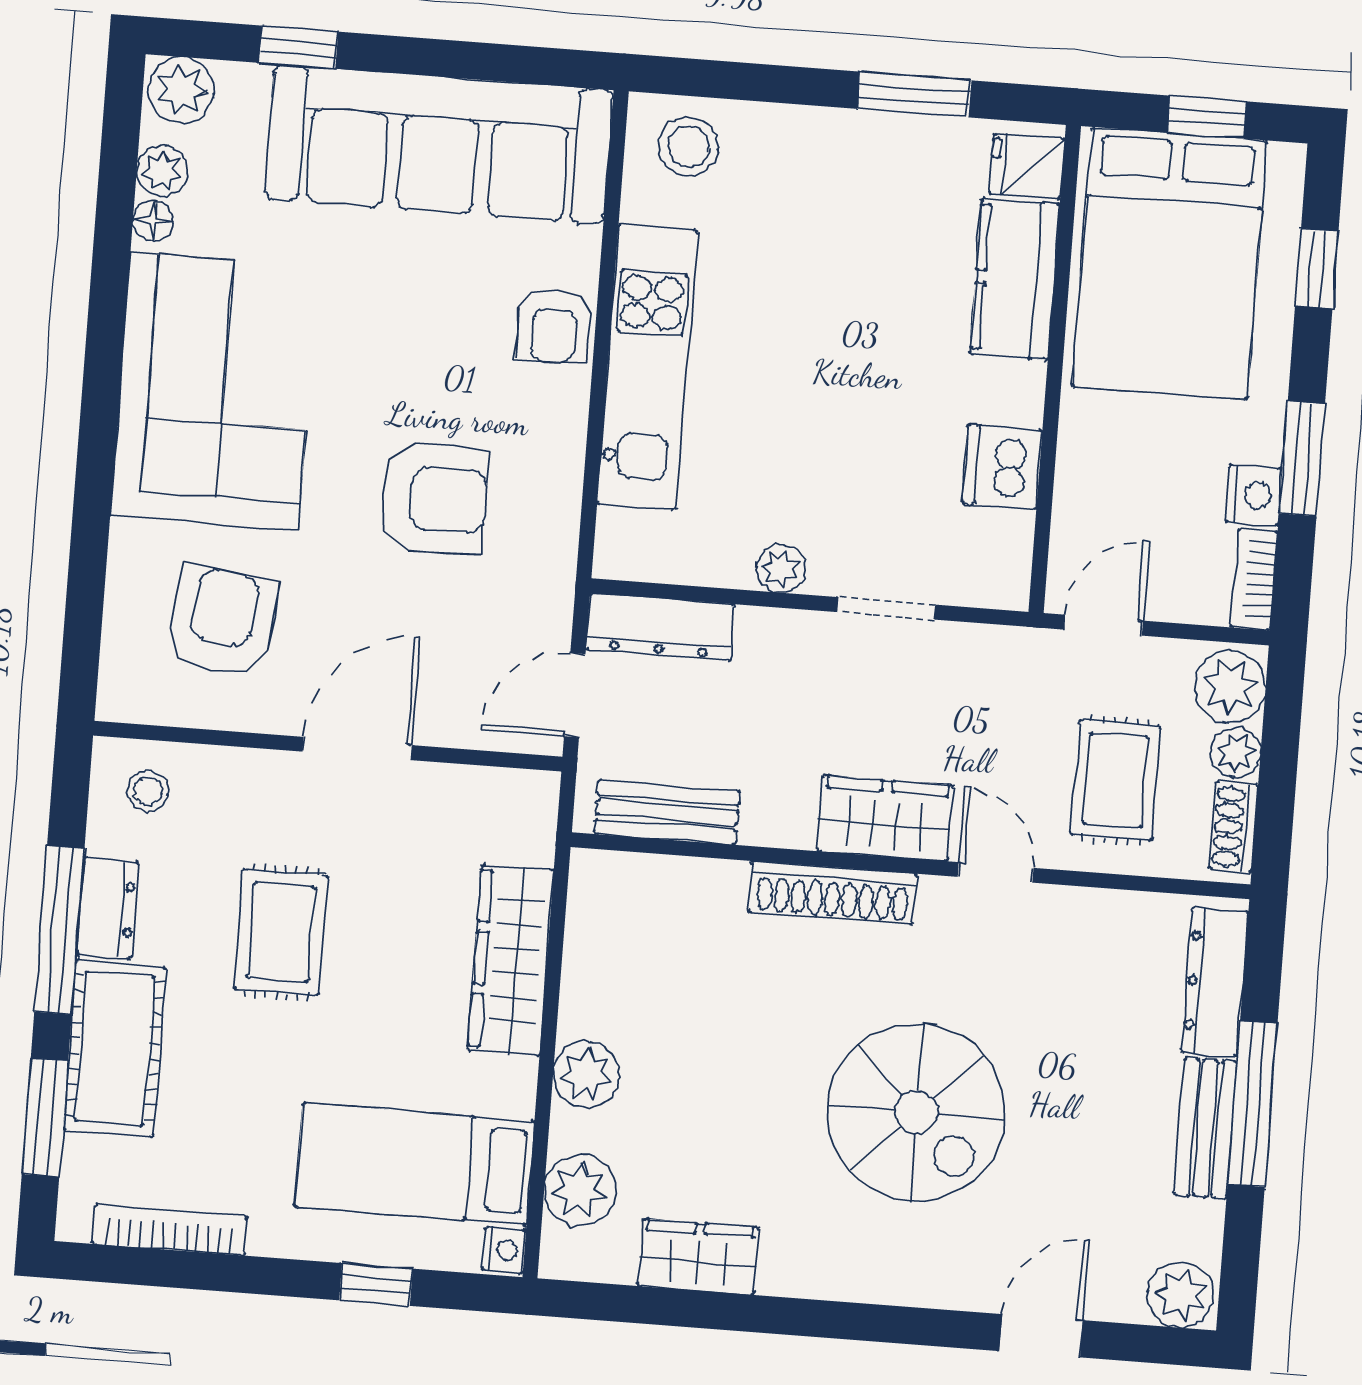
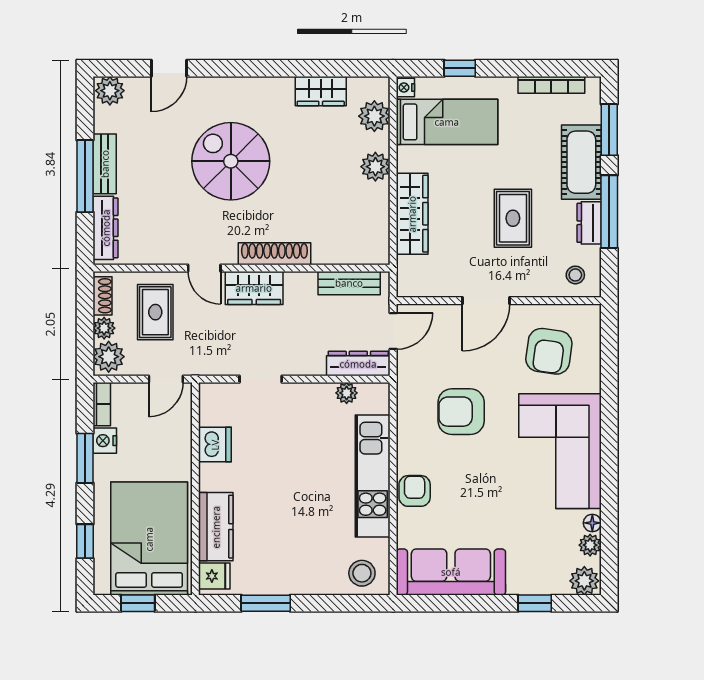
sofa: (439, 144) -> (451, 572), width x0.74, depth x0.79
plant: (781, 568) -> (347, 393), moved

